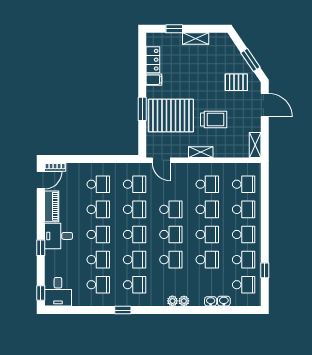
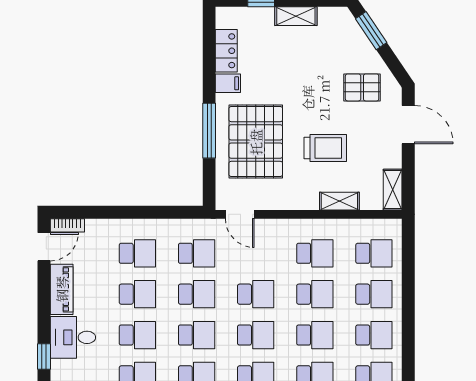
window: (250, 60) -> (371, 31), moved
window: (142, 109) -> (209, 131), width x1.44
pallet: (171, 116) -> (256, 142), turned 90
shelving: (201, 152) -> (339, 201), moved

